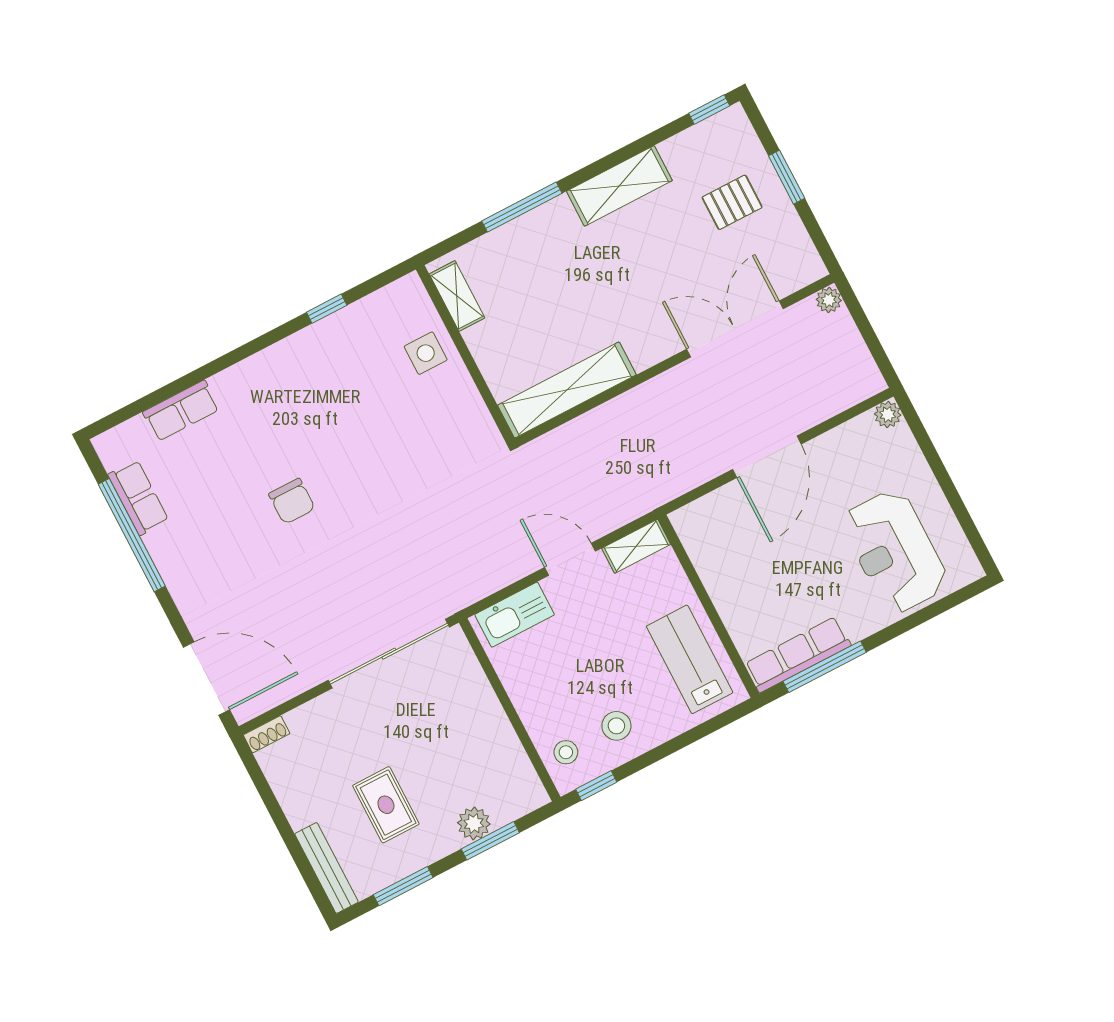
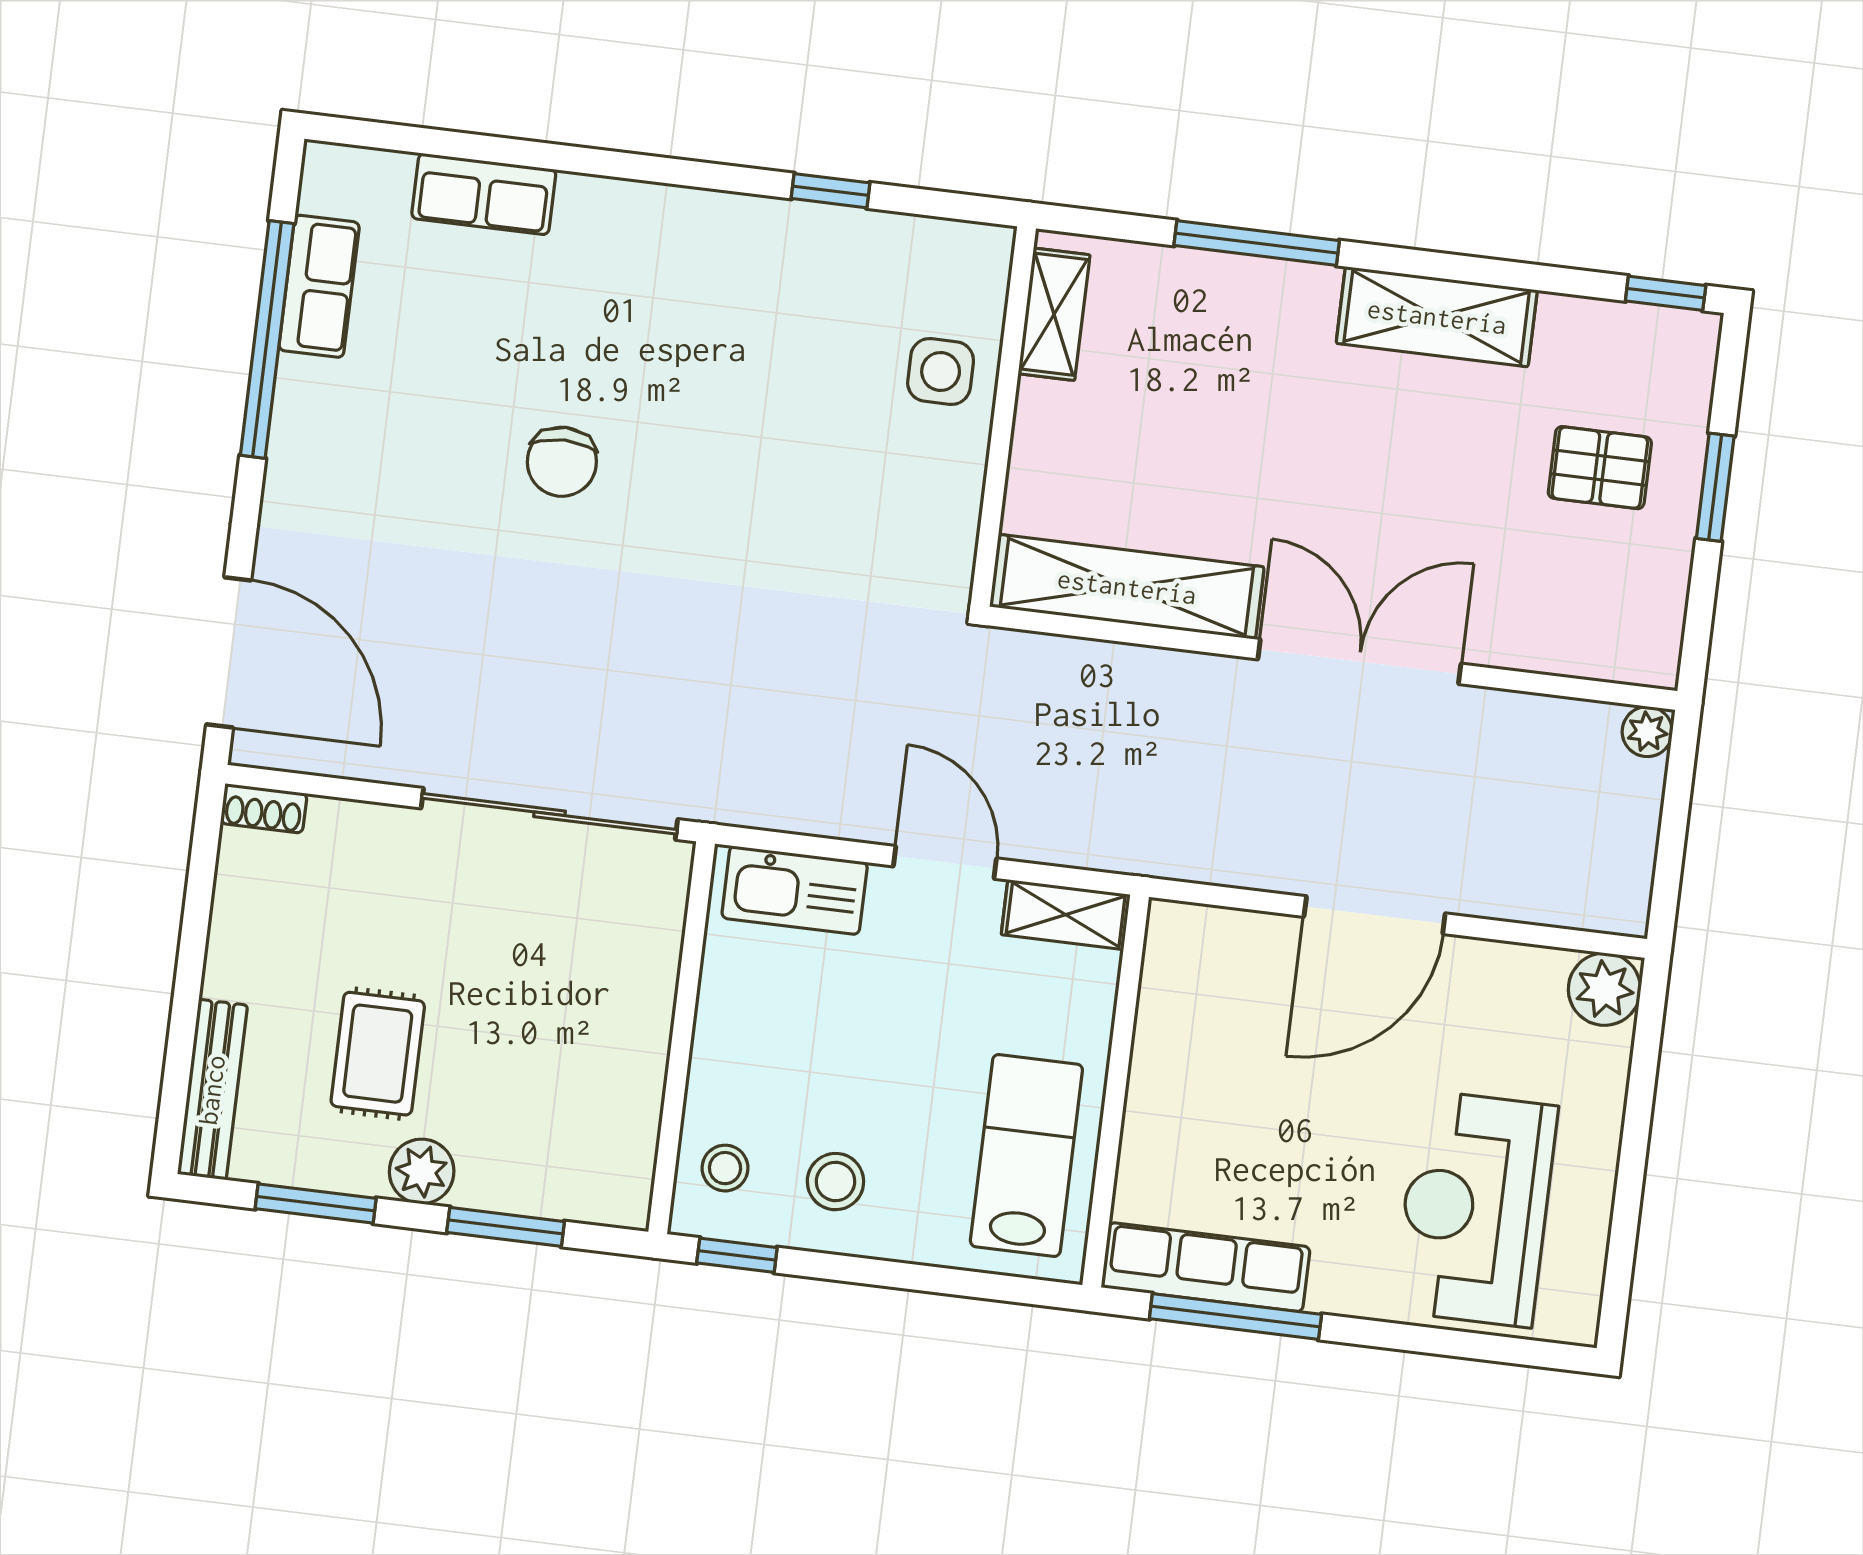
double door: (735, 329) -> (1359, 662), moved
plant: (888, 414) -> (1605, 989), width x1.38, depth x1.38
plant: (474, 823) -> (422, 1171), moved

